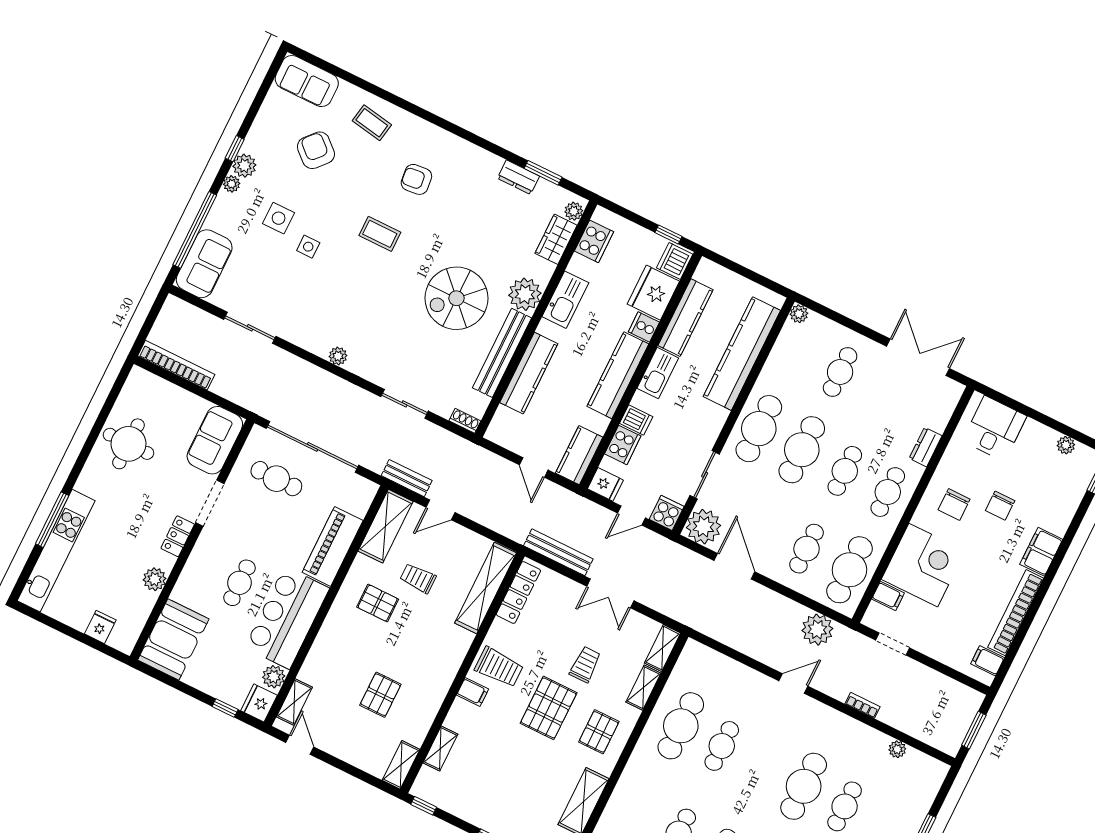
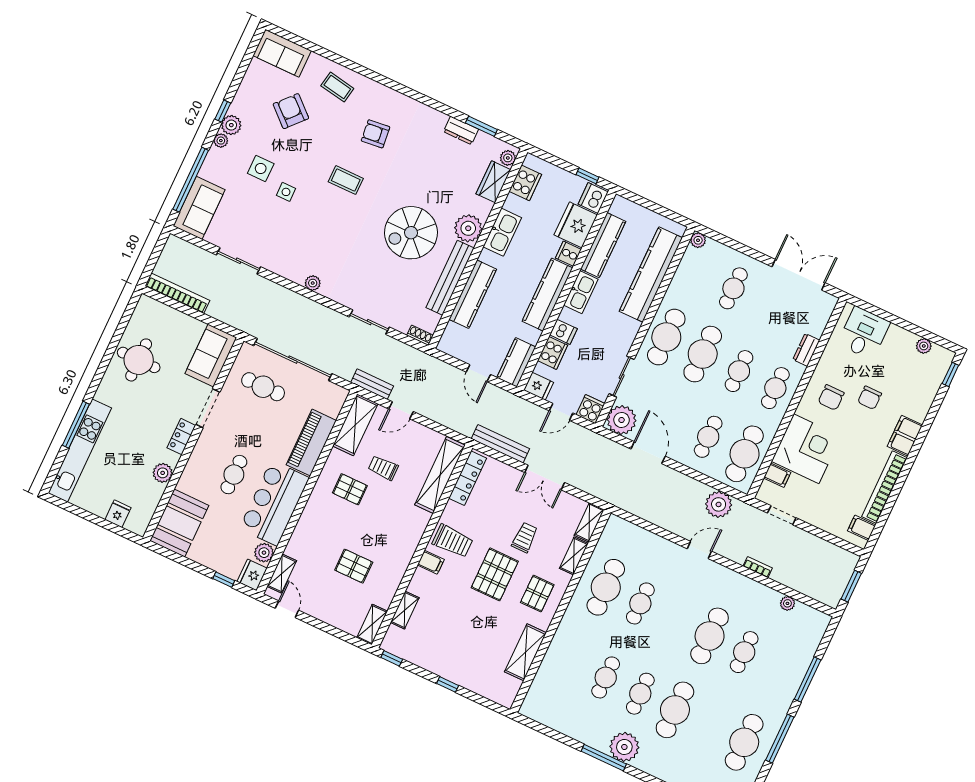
pallet: (380, 695) -> (354, 566), turned 90

